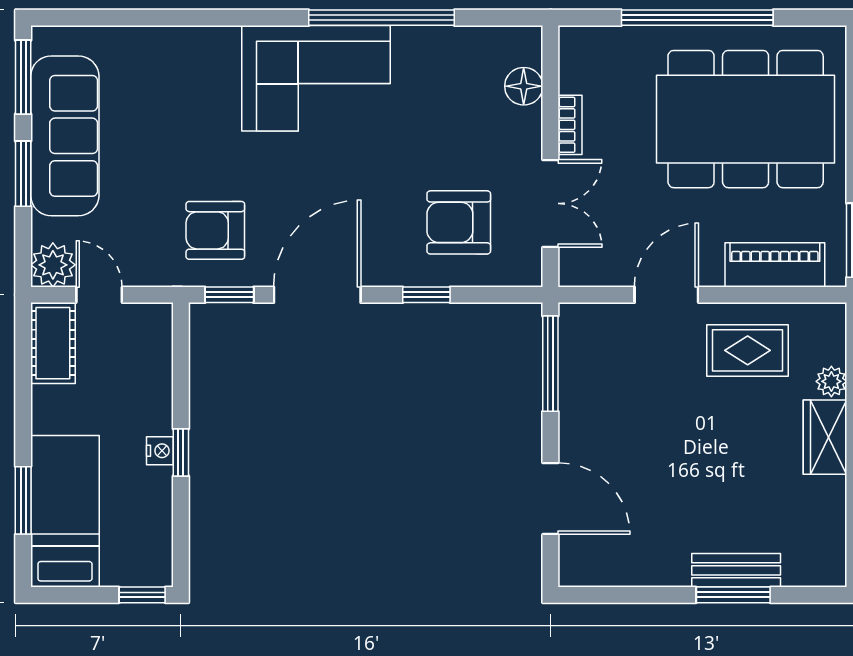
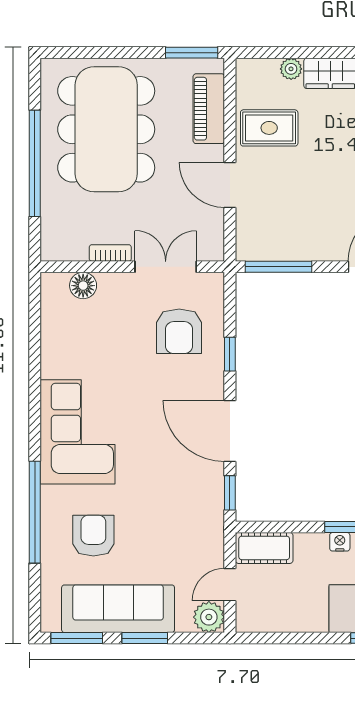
window: (382, 18) -> (35, 512), moved
armchair: (215, 230) -> (93, 536), moved, turned 180
cot: (53, 343) -> (264, 548), moved
rug: (748, 350) -> (269, 128), turned 90

